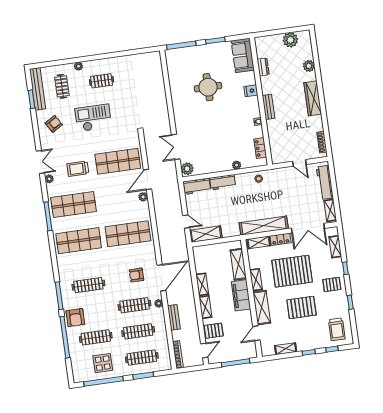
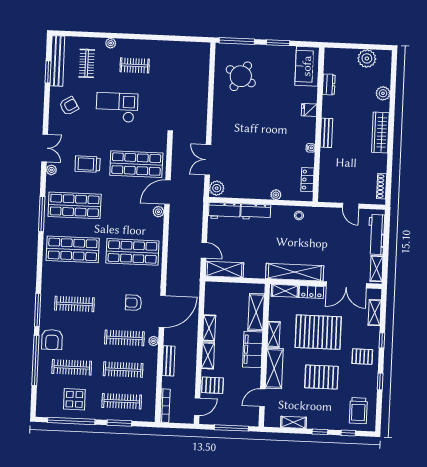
round table: (208, 87) -> (241, 76), moved, turned 30

